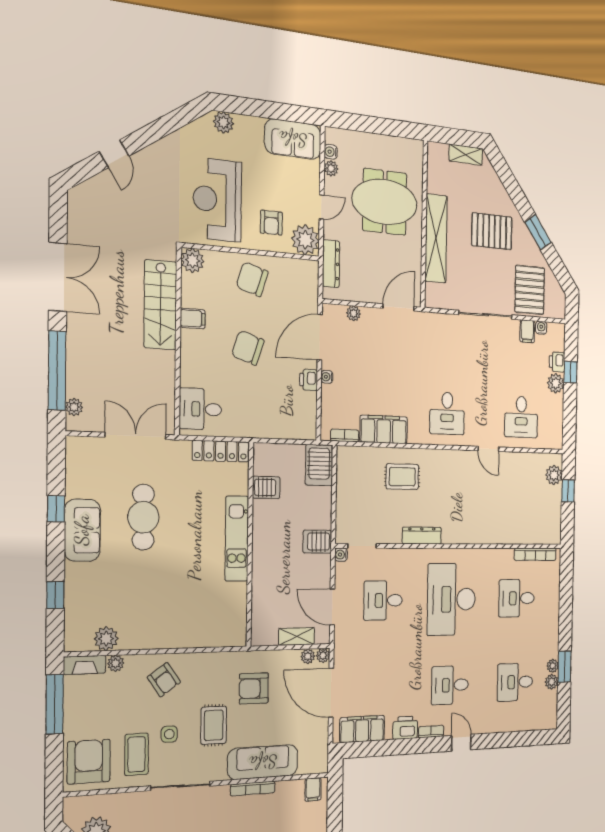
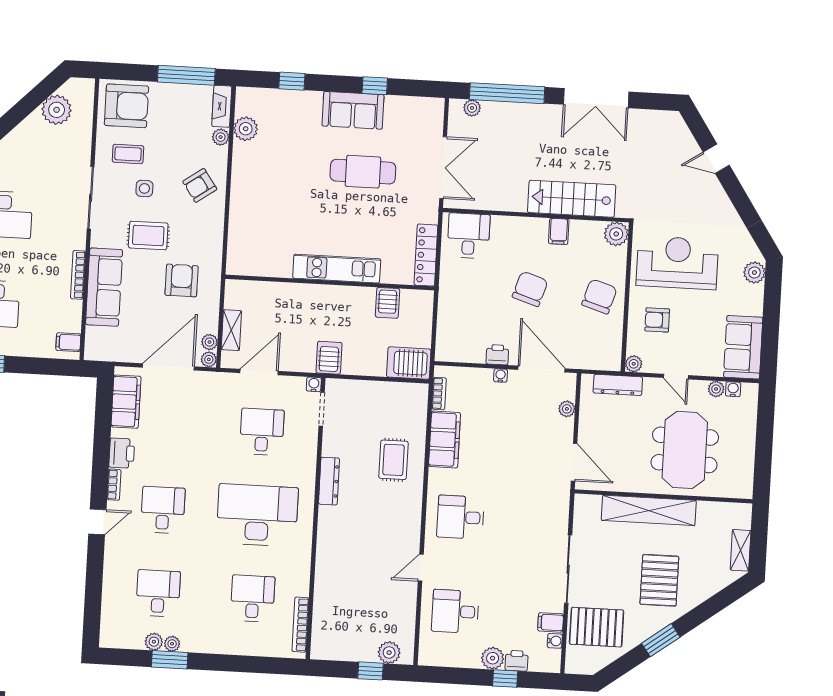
plant: (305, 240) -> (634, 364), width x0.53, depth x0.53
coffee table: (137, 754) -> (128, 154), width x0.73, depth x0.77

